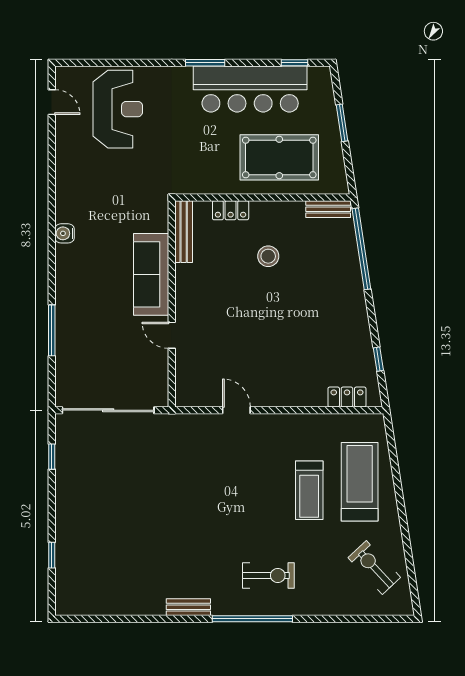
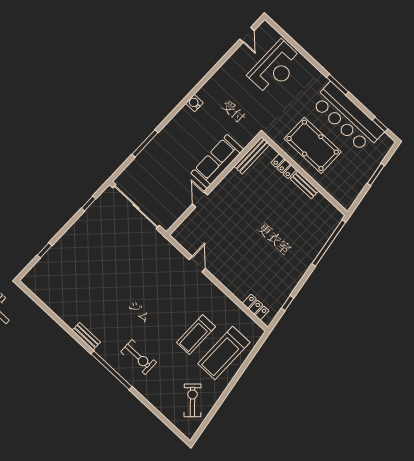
pool table: (279, 157) -> (313, 145), moved
bench: (328, 209) -> (305, 185), moved
stool: (268, 256) -> (281, 205), removed
treadmill: (360, 482) -> (224, 353), turned 180

